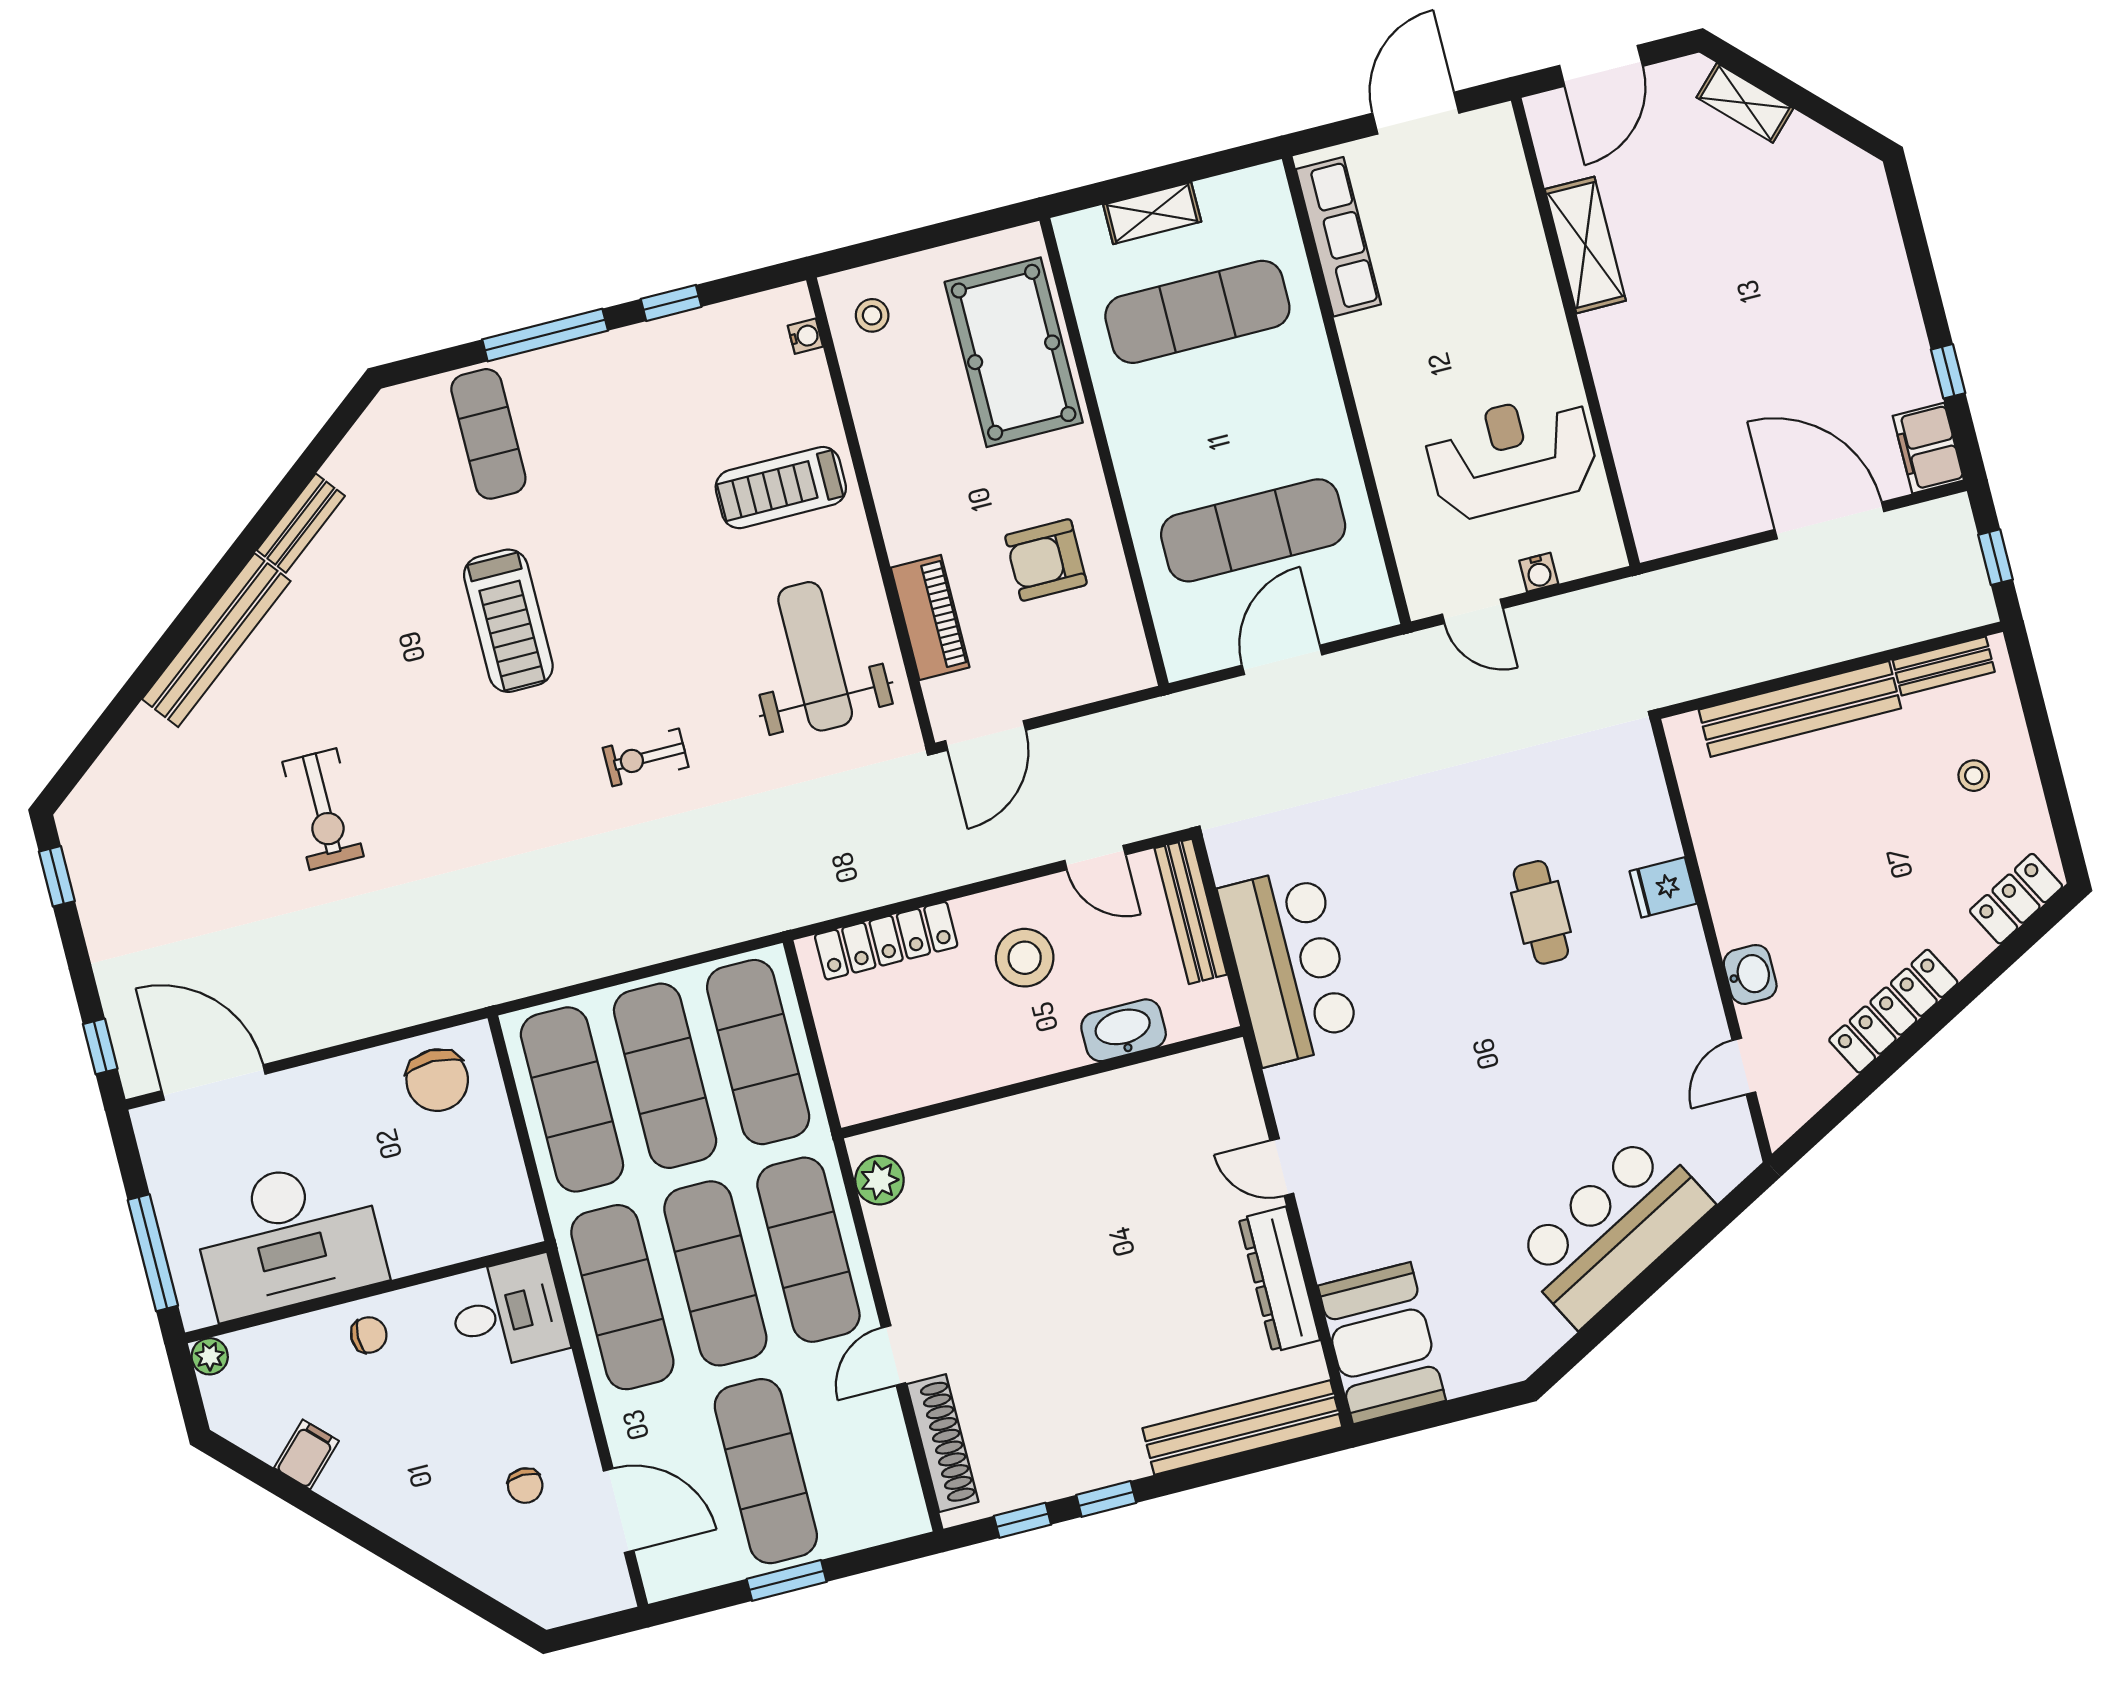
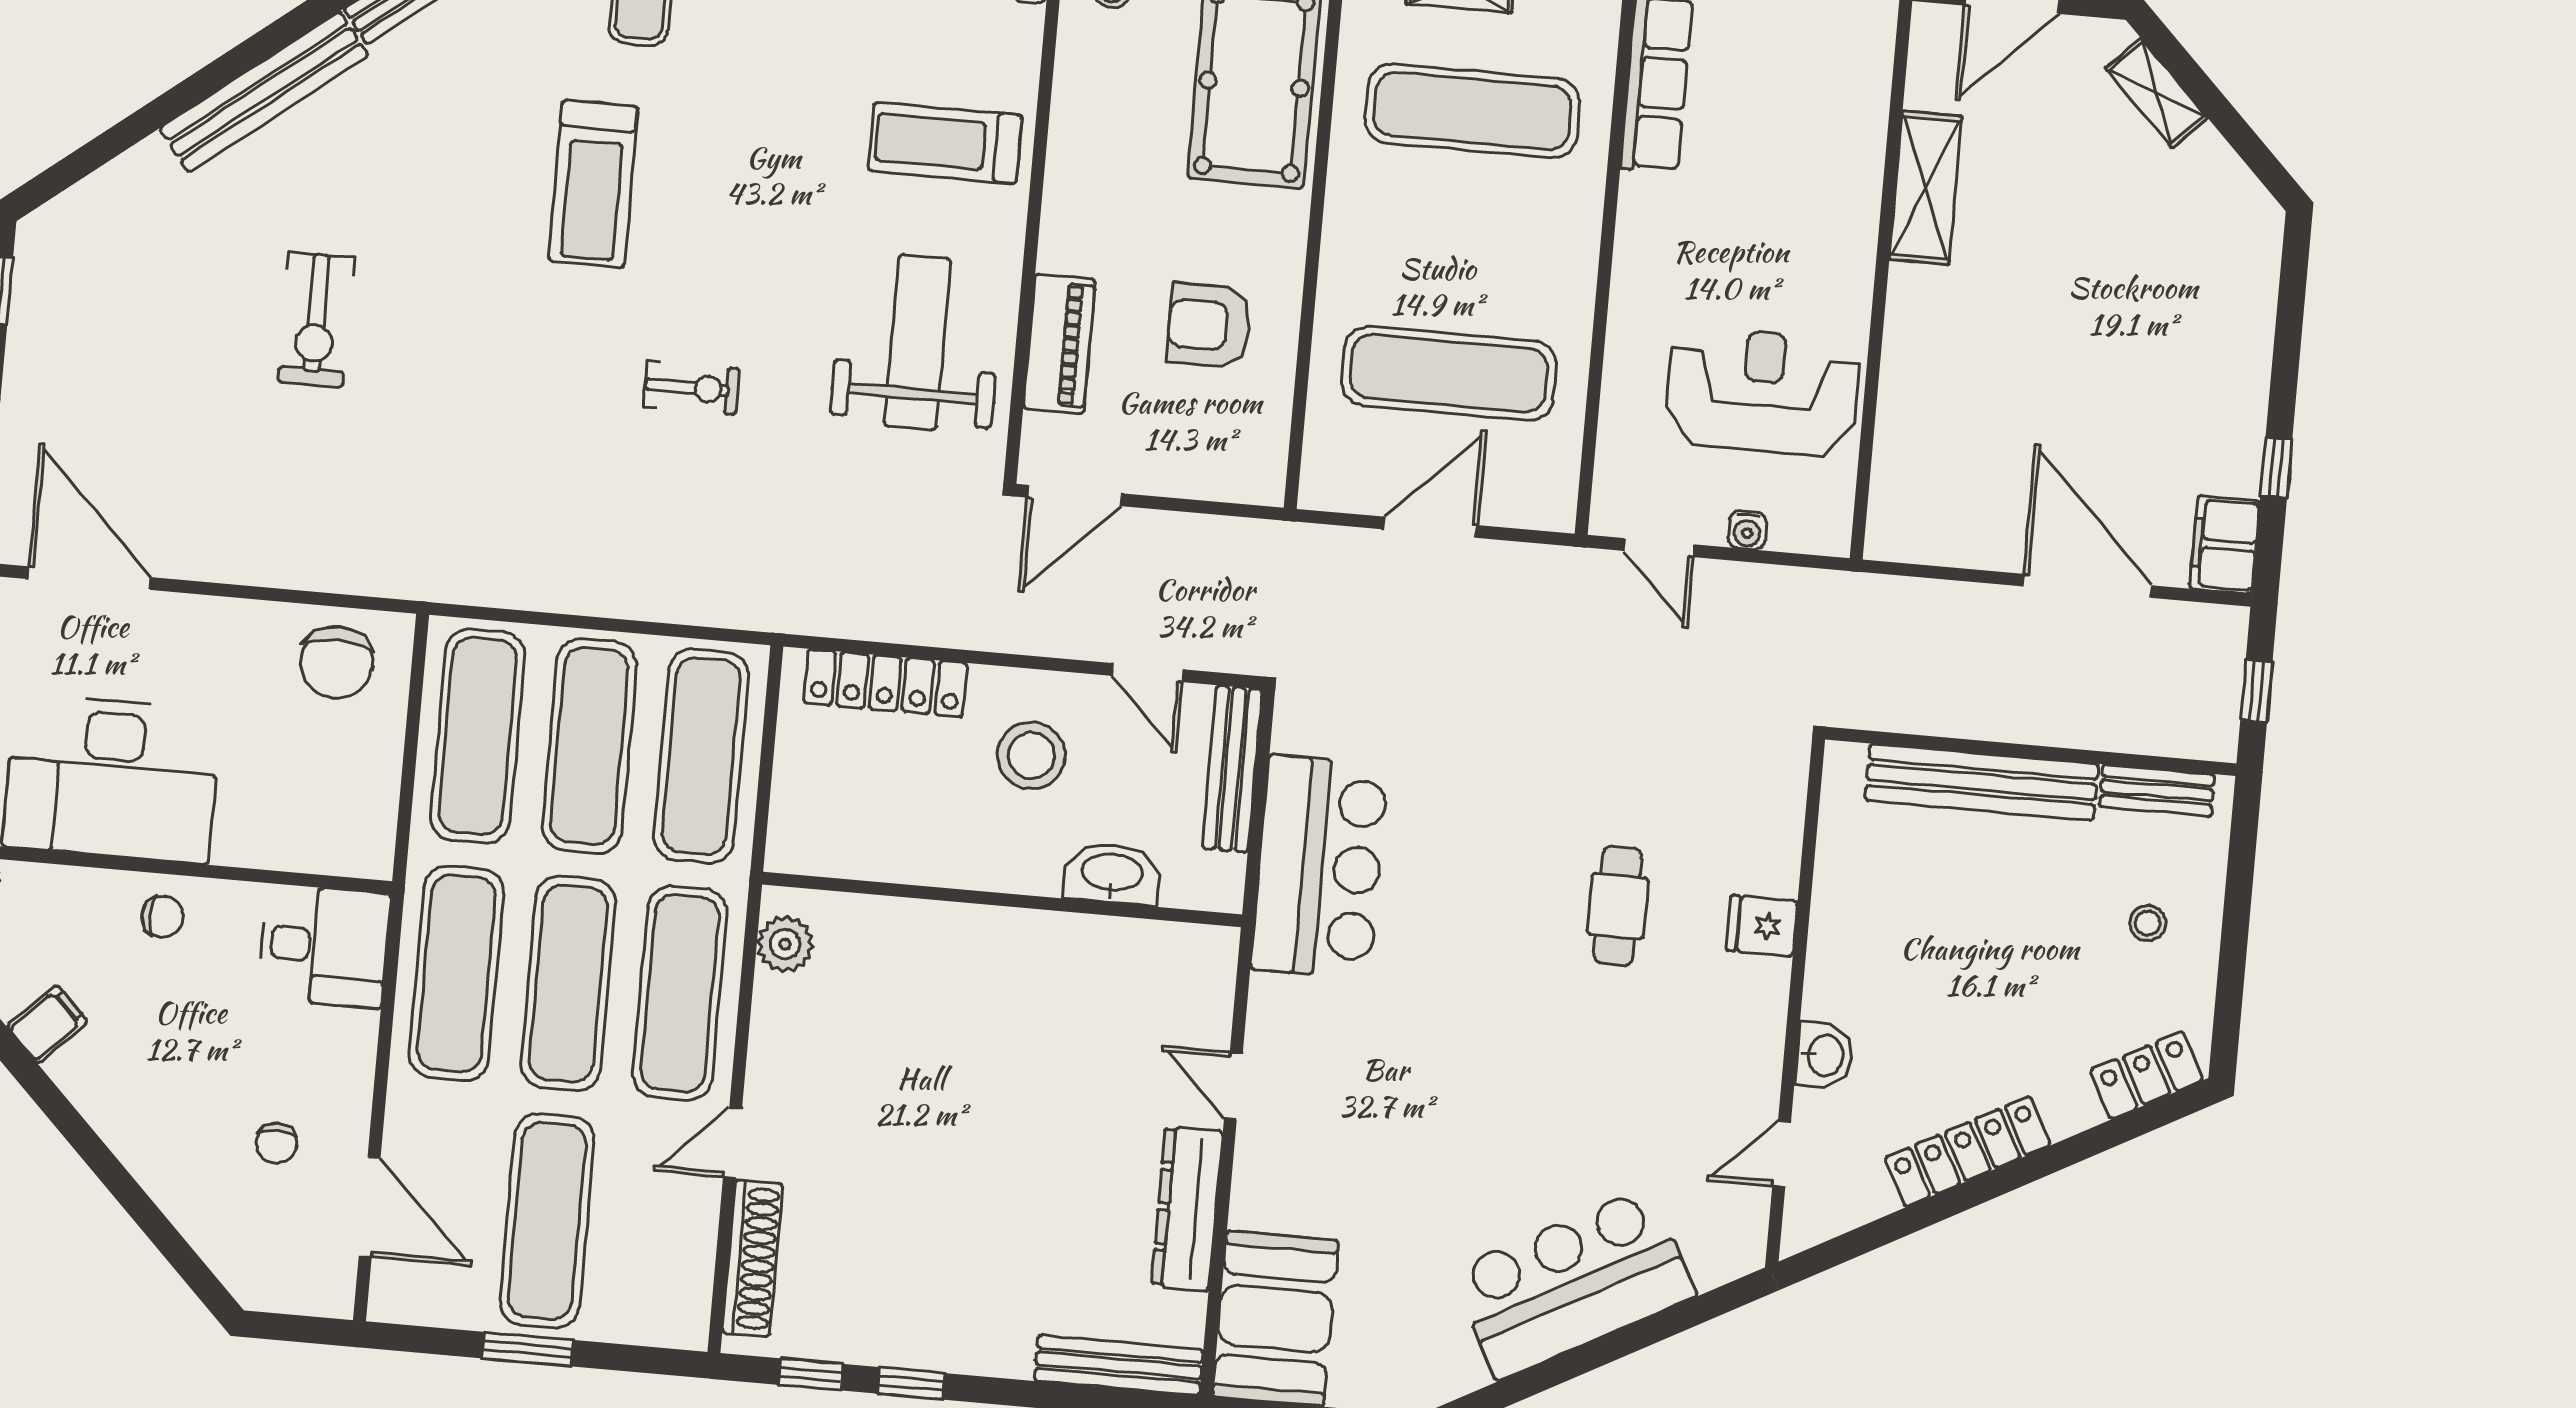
exercise bike: (646, 757) -> (692, 388), turned 180
bench: (1242, 1428) -> (1119, 1365), width x0.73, depth x0.82

